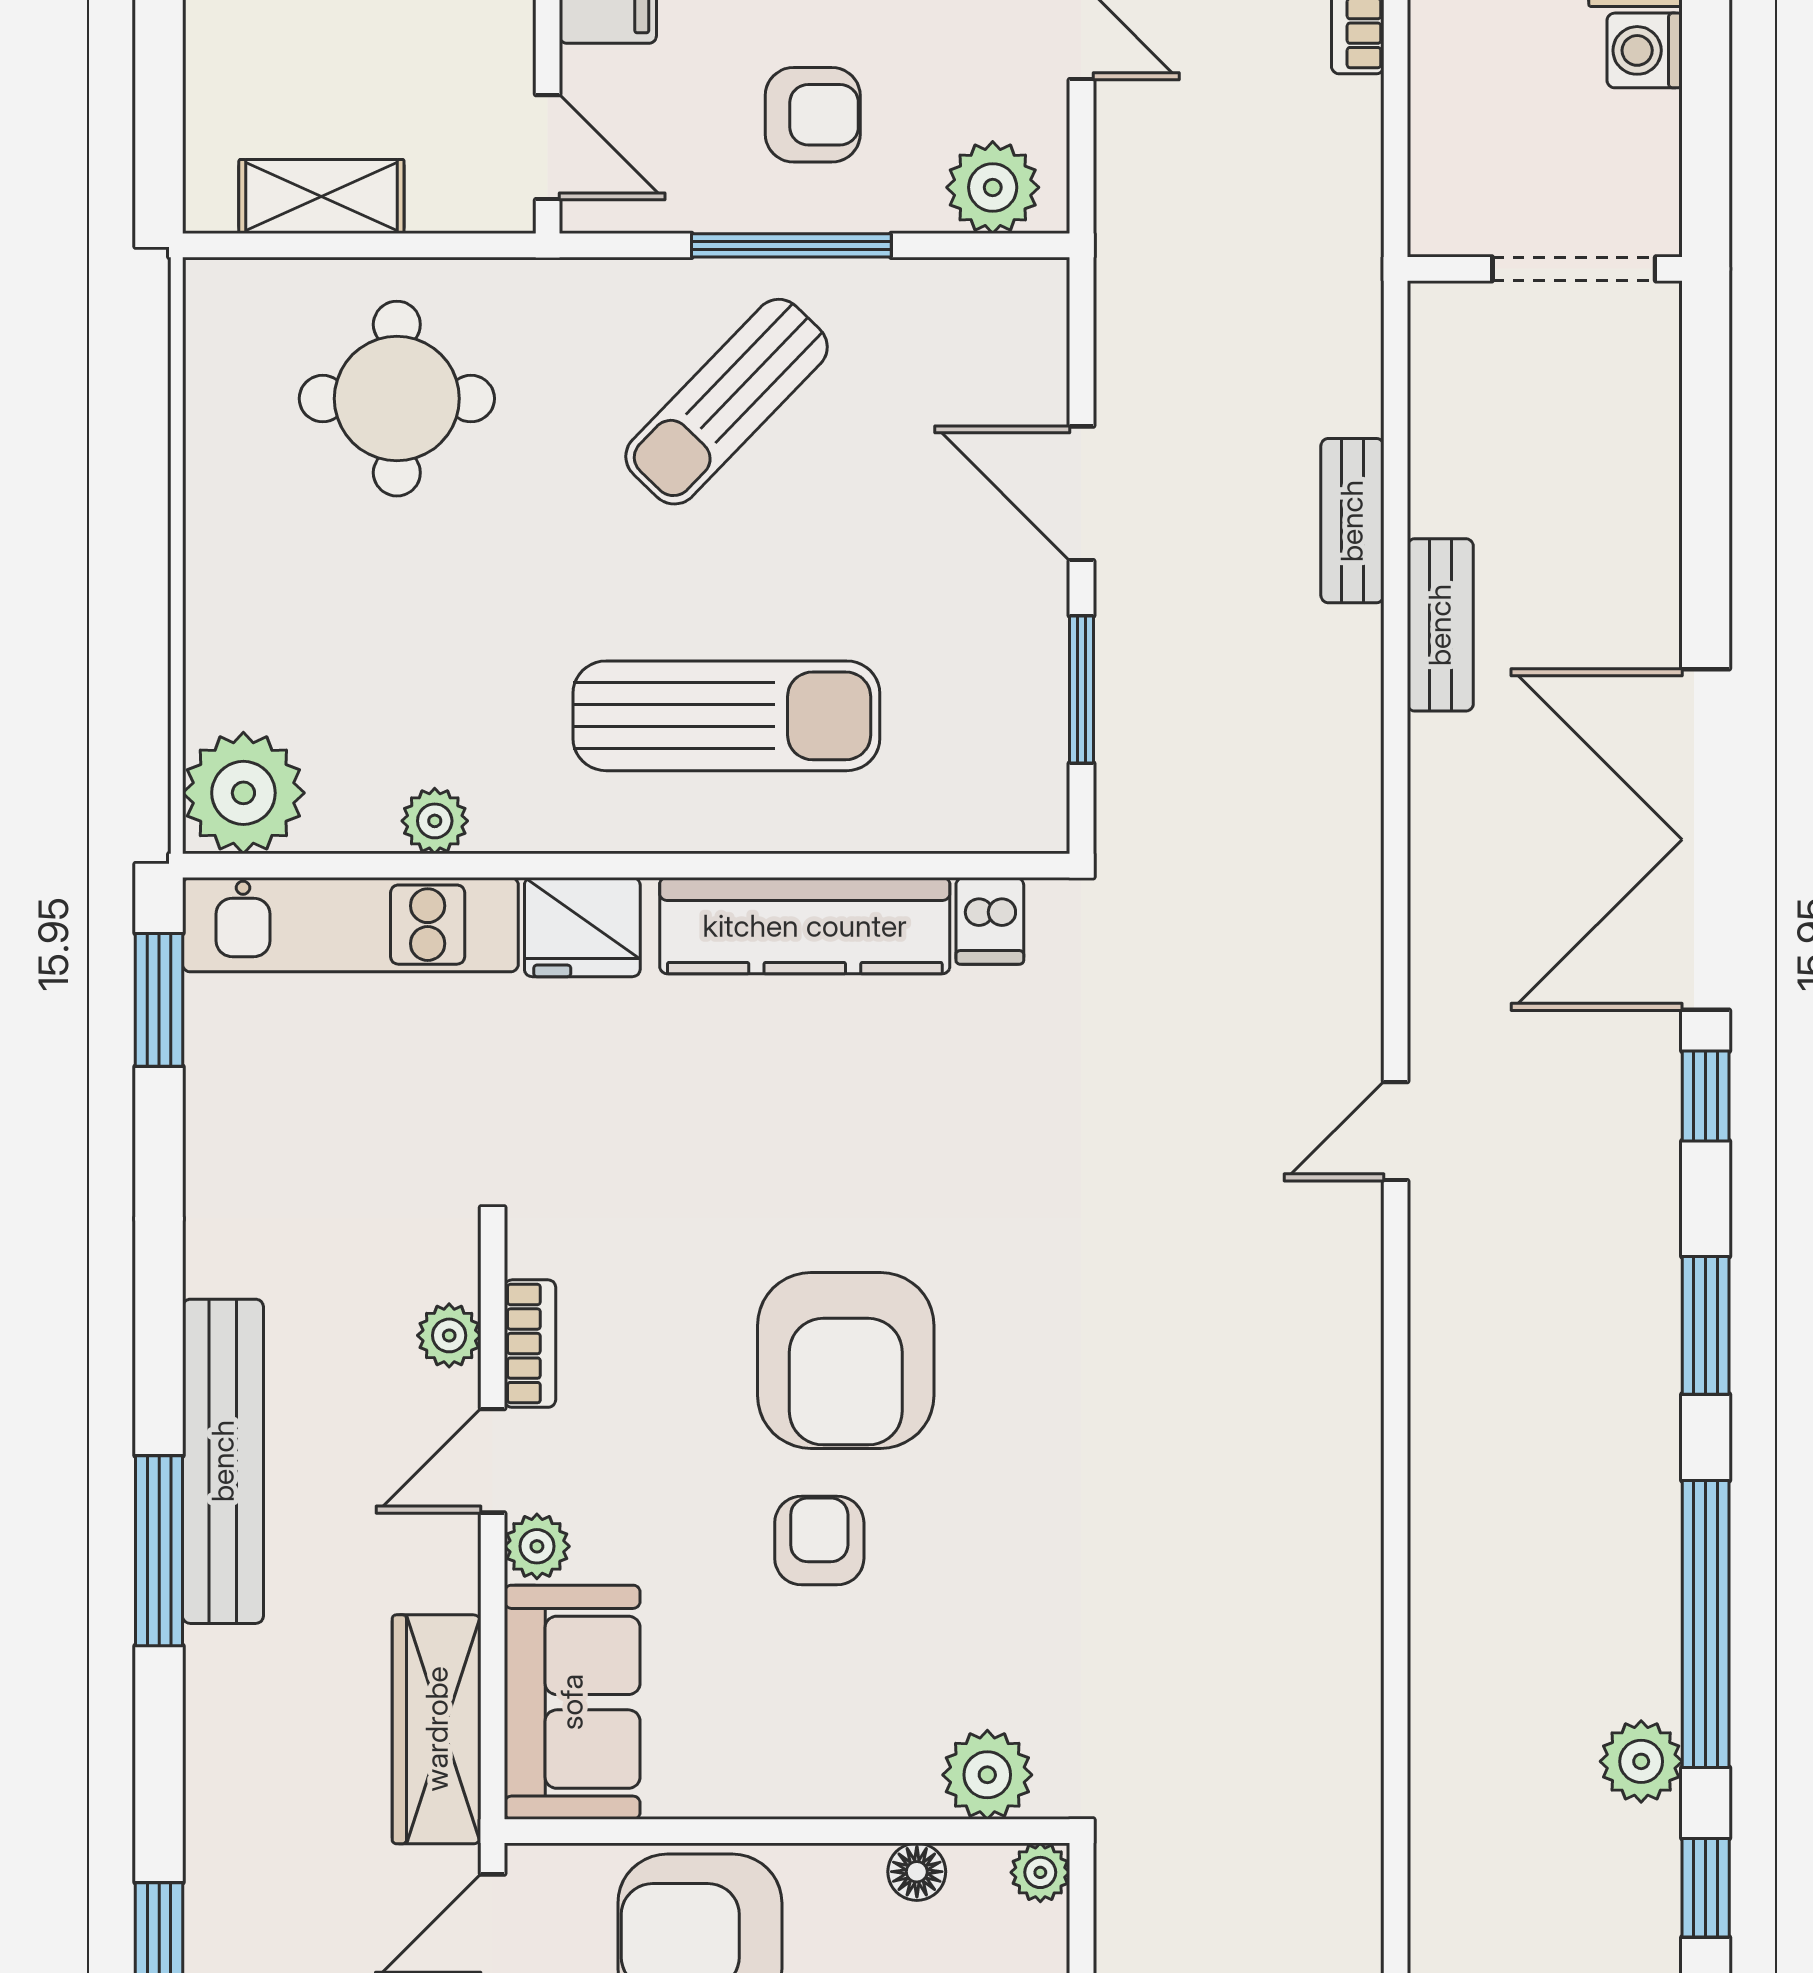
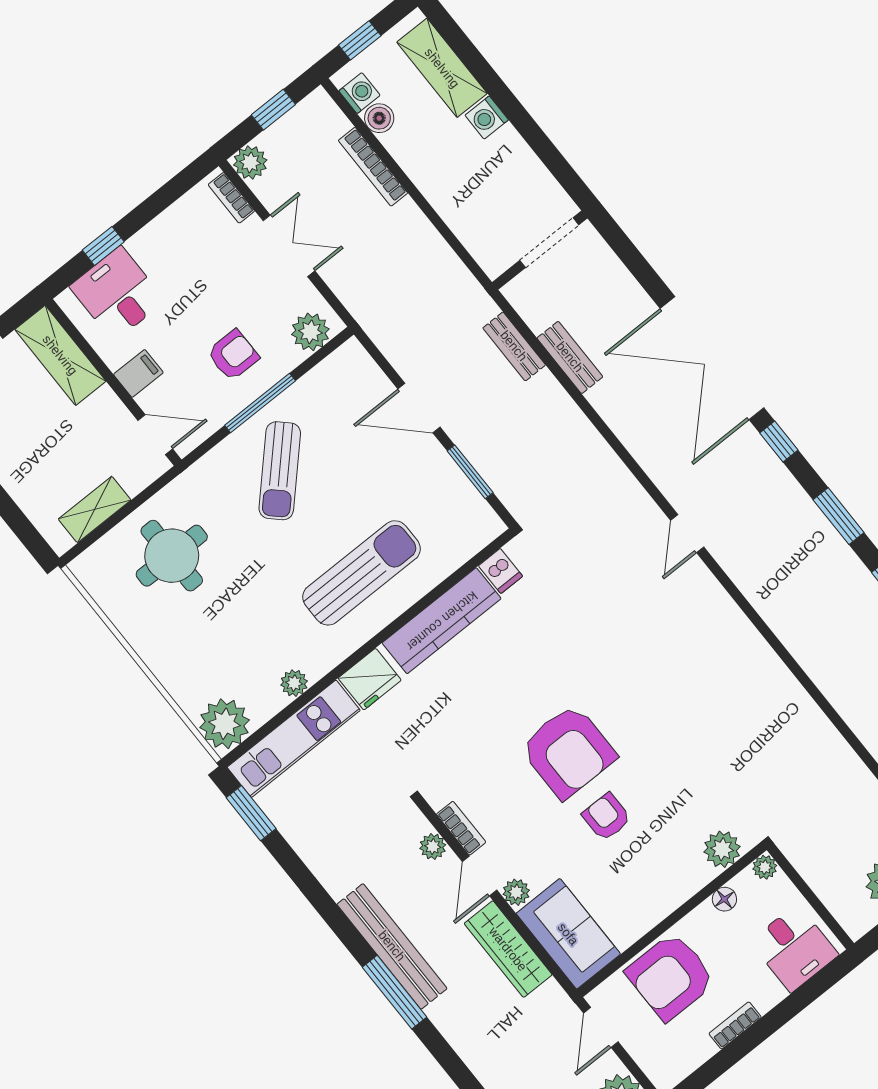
wall: (1545, 269) -> (540, 250), moved
doorway: (1574, 269) -> (549, 243), moved
wardrobe: (437, 1729) -> (508, 949), moved

